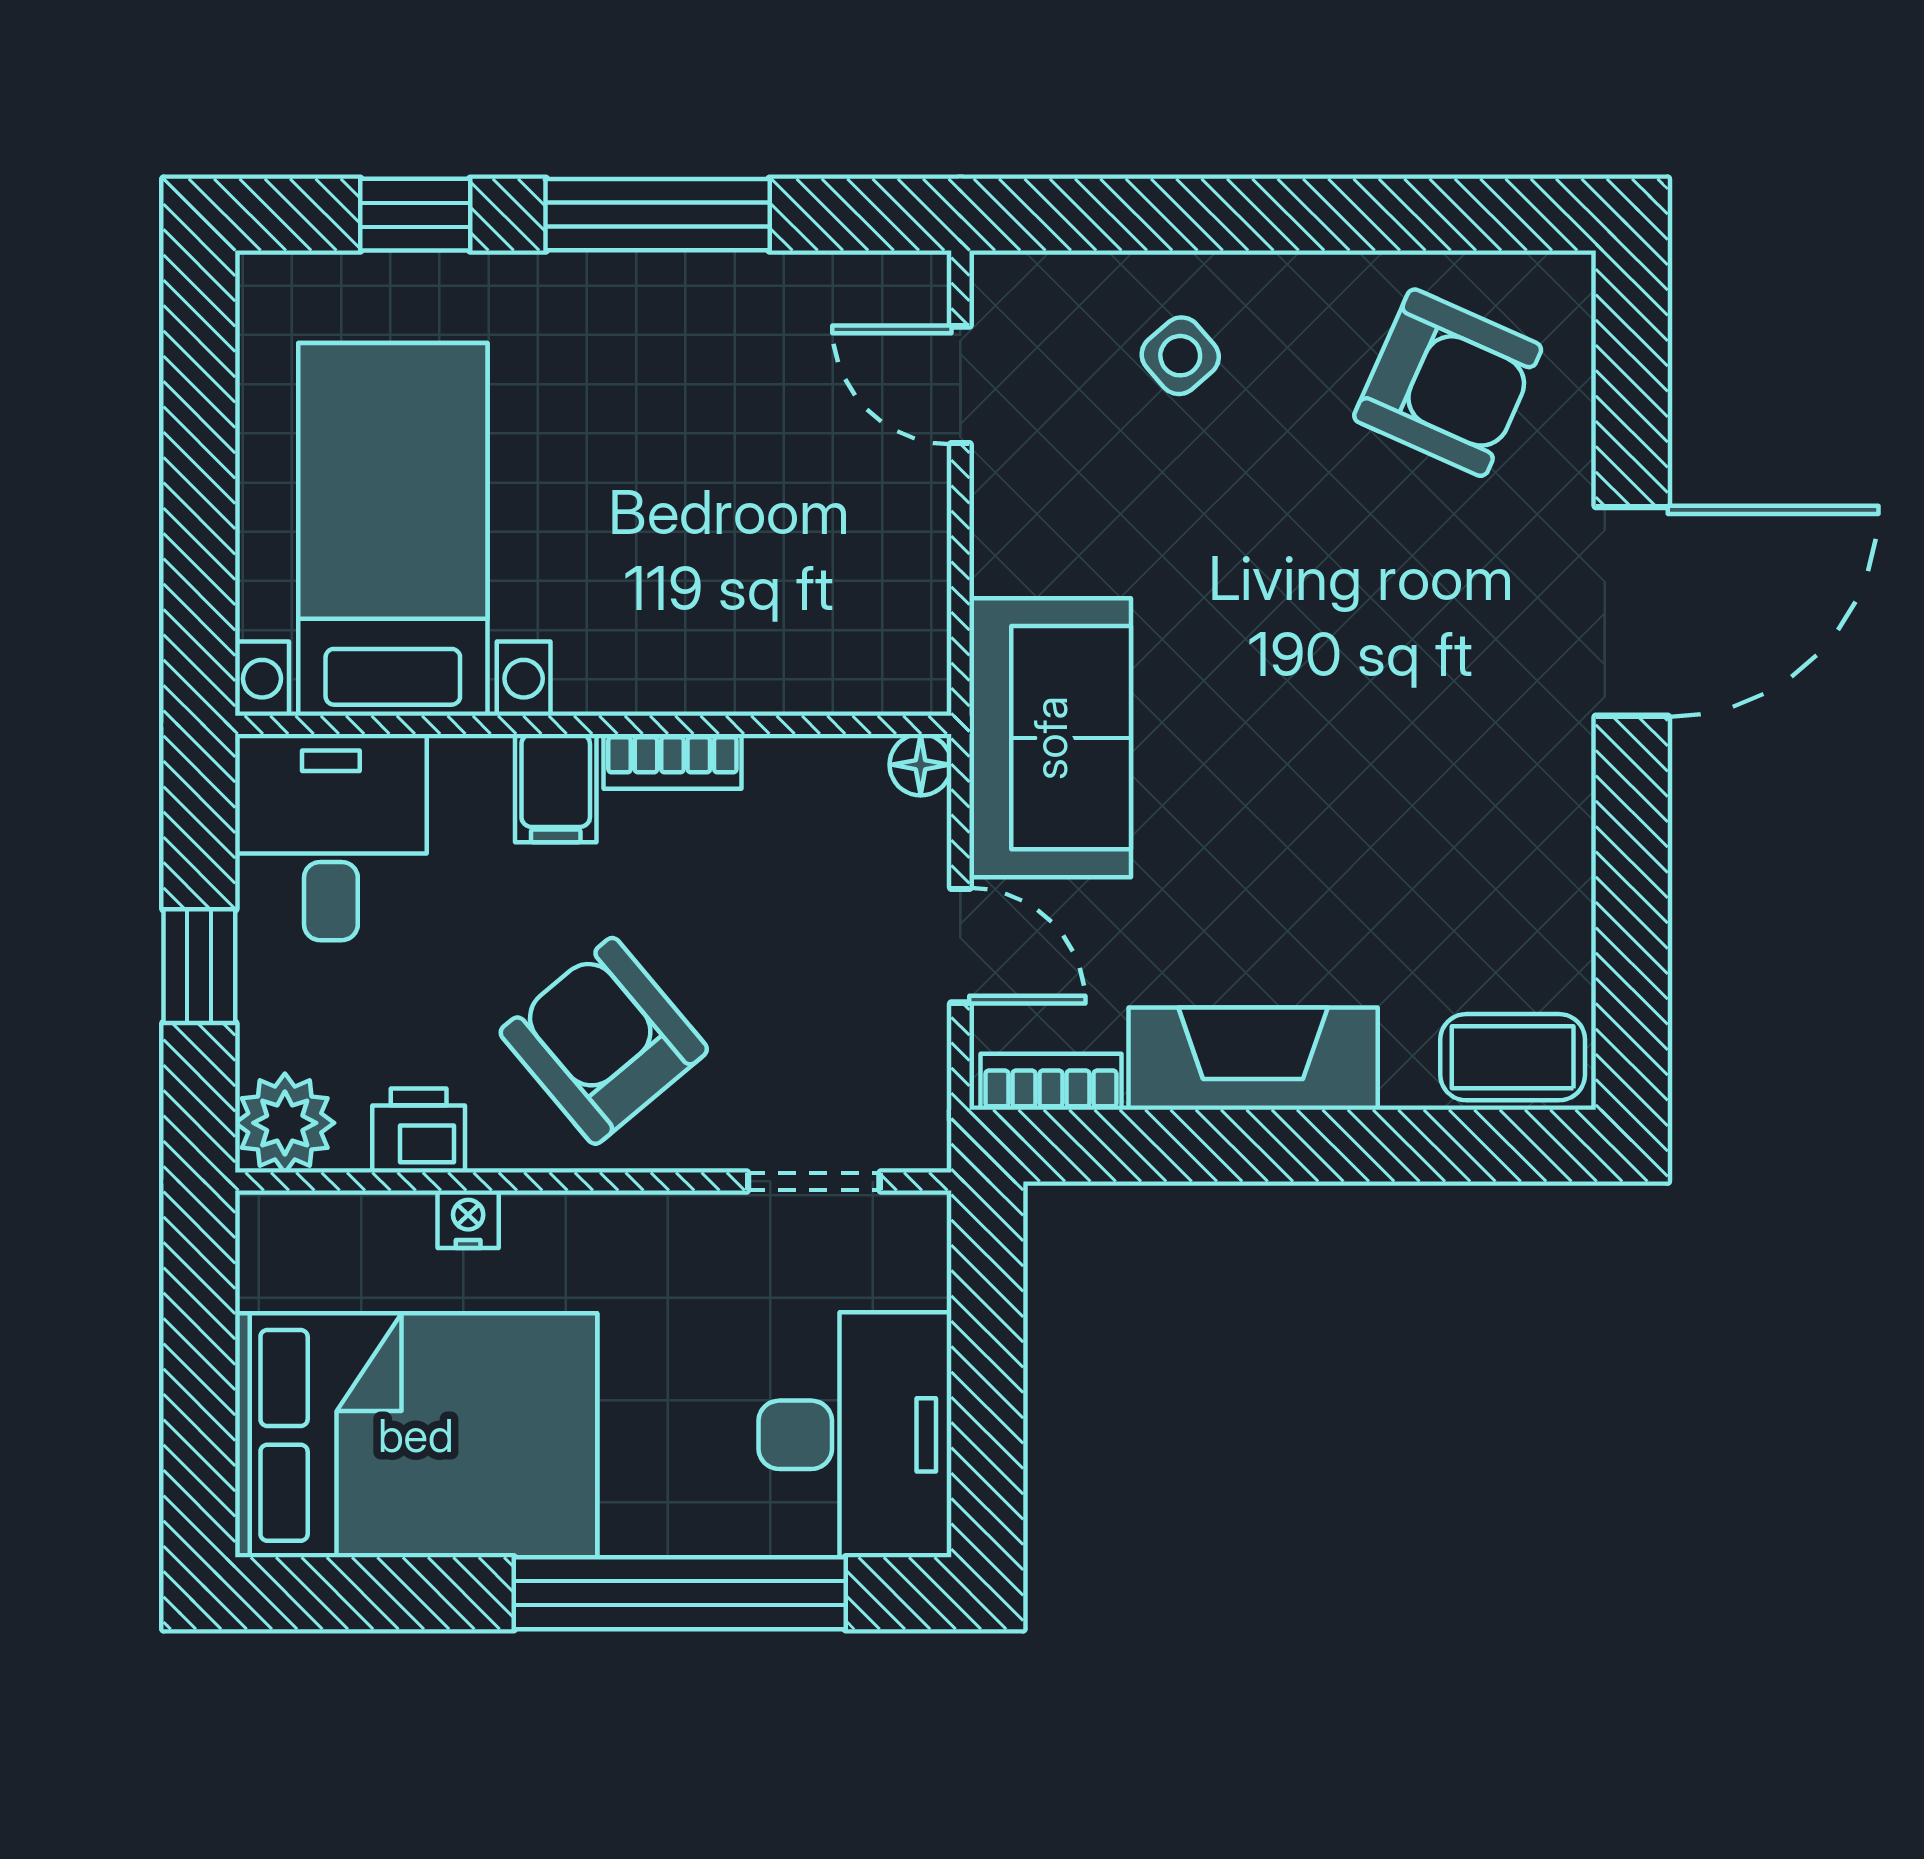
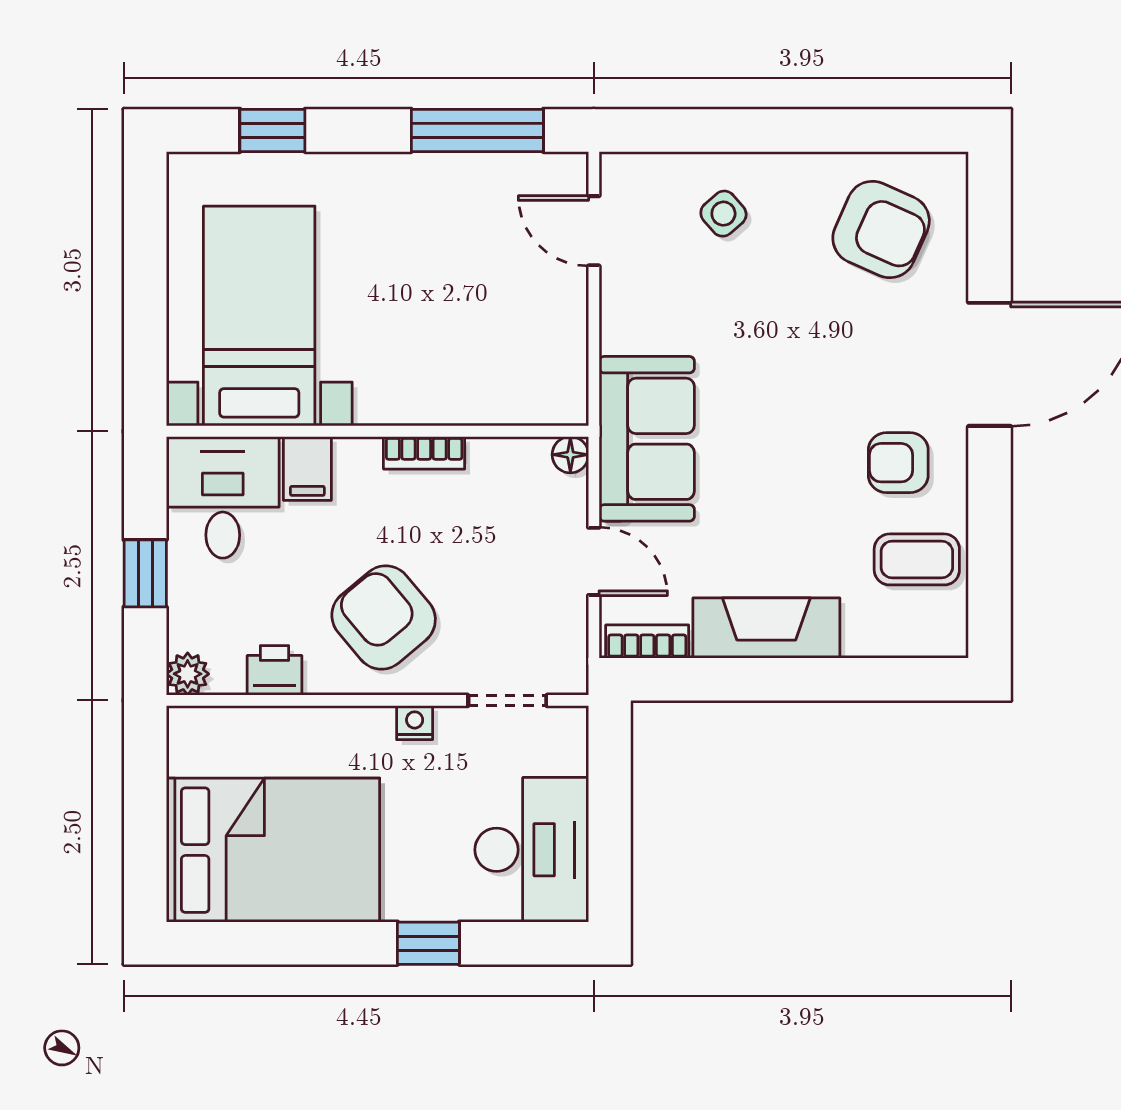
window: (658, 215) -> (477, 130), moved
armchair: (1477, 778) -> (898, 463), added
filing cabinet: (556, 788) -> (307, 468), moved
coffee table: (1513, 1057) -> (917, 559), moved
plant: (285, 1123) -> (188, 674), width x0.73, depth x0.73
nightstand: (468, 1219) -> (415, 723), moved
window: (680, 1593) -> (428, 943), width x0.32

